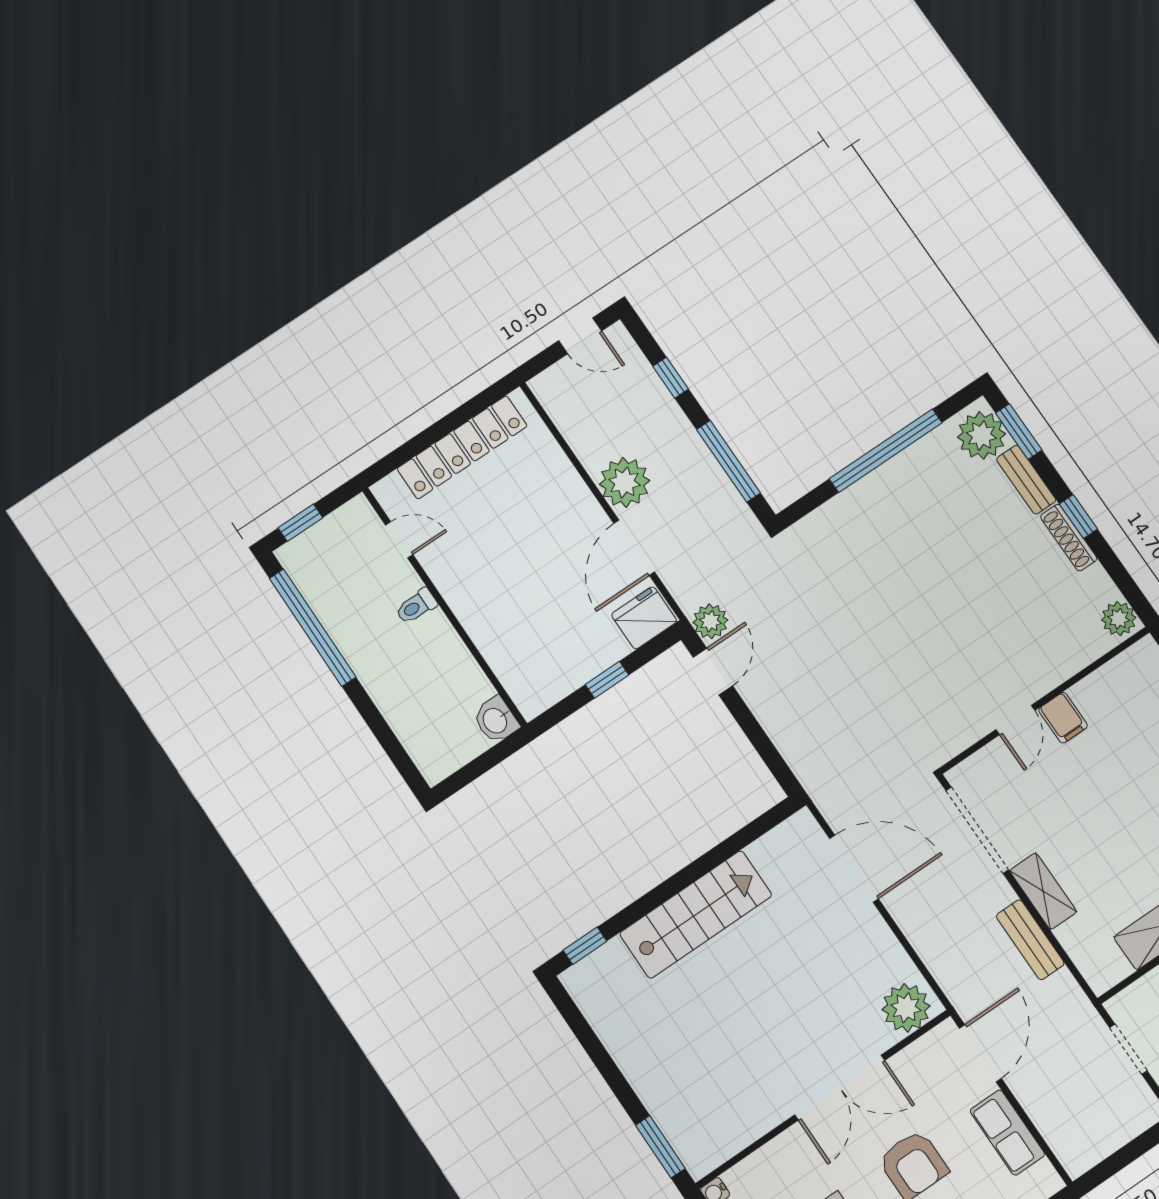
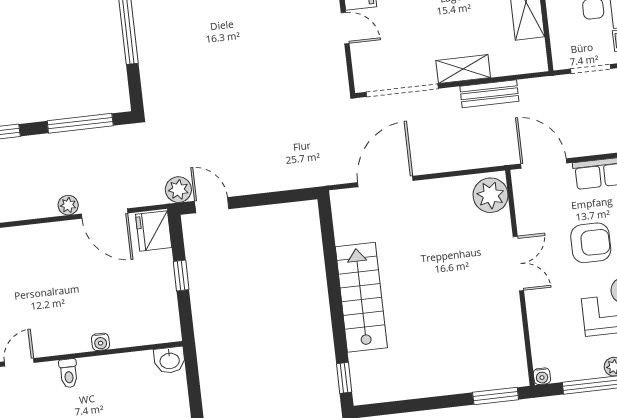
plant: (625, 482) -> (68, 205), width x0.53, depth x0.53
water cooler: (475, 625) -> (100, 342), added
double door: (840, 1088) -> (518, 264), width x0.73

